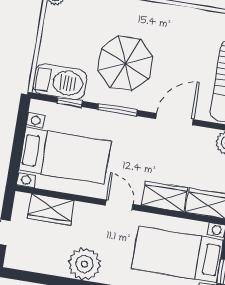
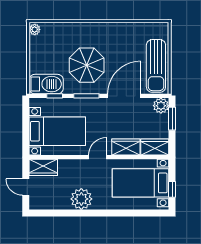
door: (174, 119) -> (124, 96), width x1.36
door: (119, 205) -> (97, 157), hinge flipped
wardrobe: (51, 209) -> (43, 167), moved

